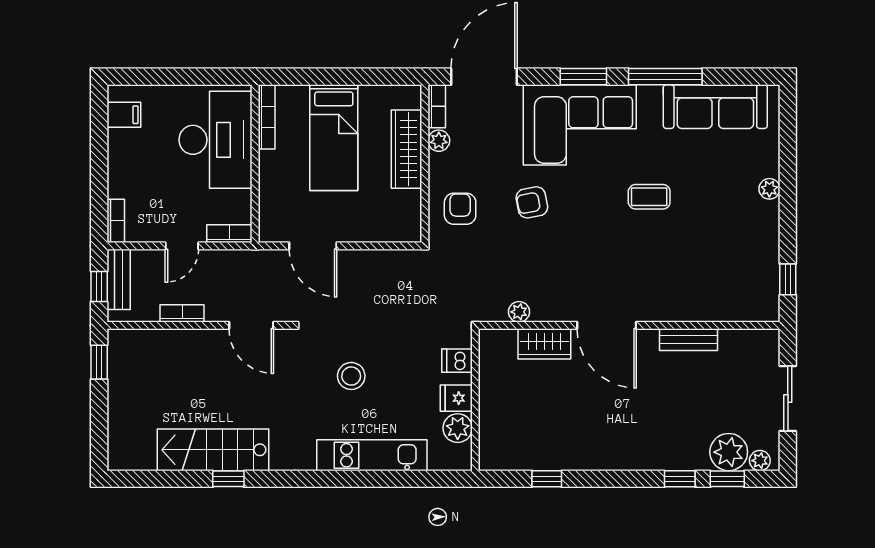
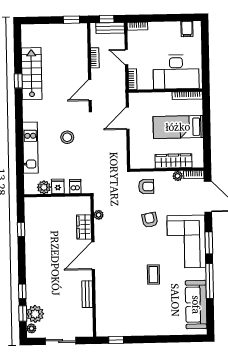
plant: (769, 189) -> (158, 331), removed

